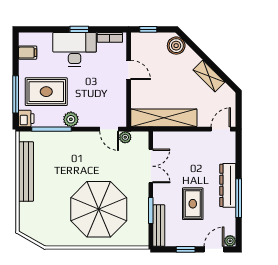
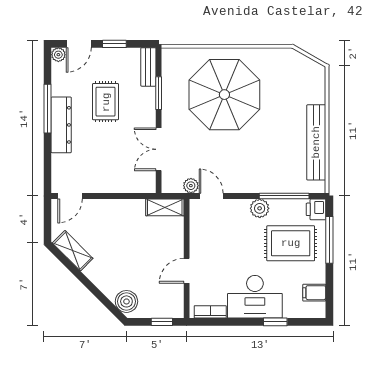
window: (79, 29) -> (275, 322), moved
door: (129, 70) -> (187, 271), hinge flipped
shelving: (209, 76) -> (73, 251), moved
shelving: (164, 118) -> (165, 207), width x0.45, depth x0.75
bench: (159, 226) -> (148, 67), width x0.73

